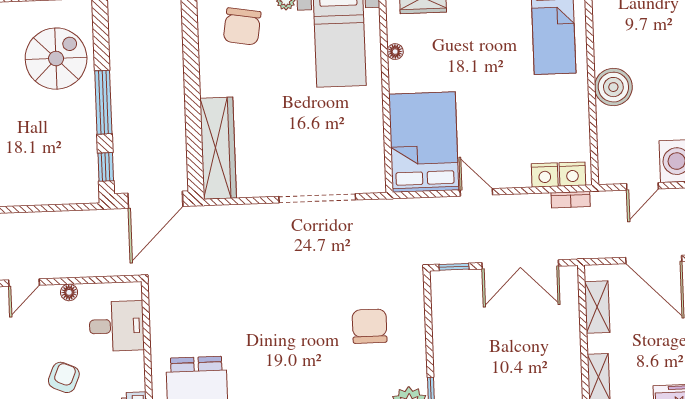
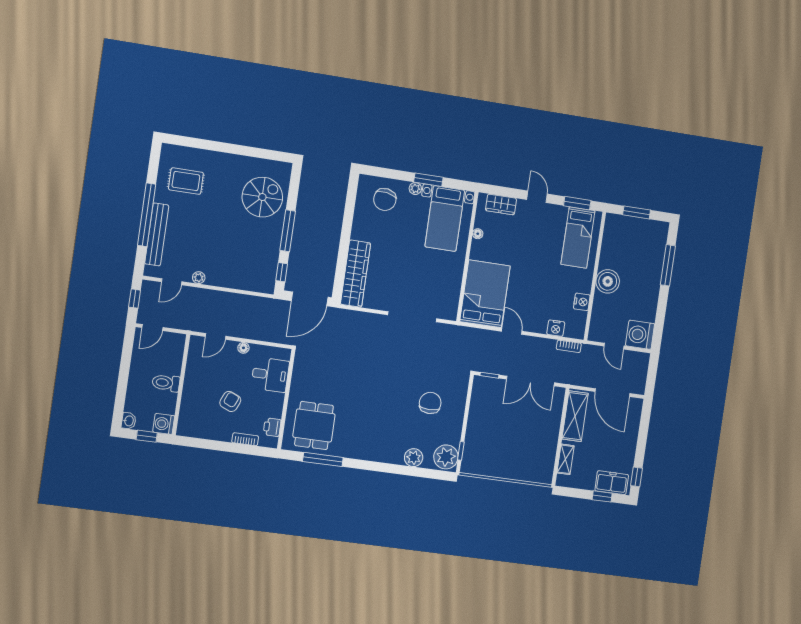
nightstand: (572, 174) -> (582, 302), moved, turned -90
door: (642, 186) -> (614, 346), hinge flipped
shelving: (597, 307) -> (575, 416), width x1.50, depth x1.33

